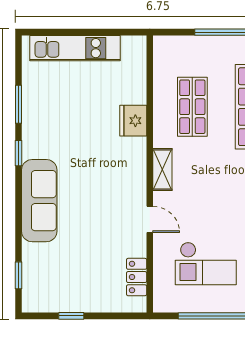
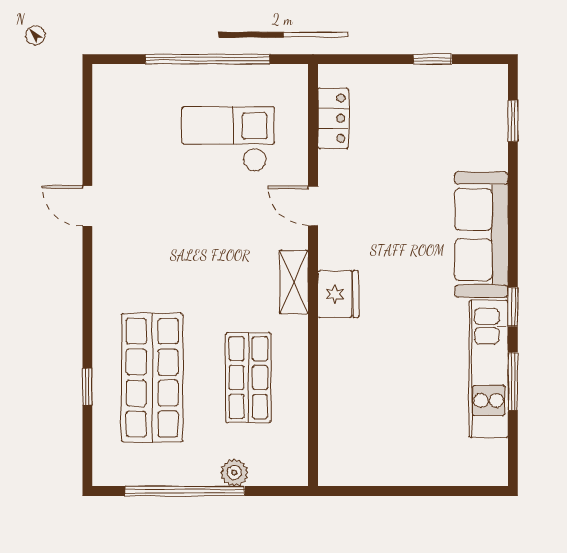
plant: (201, 44) -> (234, 473), added
kitchen unit: (75, 48) -> (489, 369), moved, turned -90
fridge: (133, 121) -> (338, 294), moved

